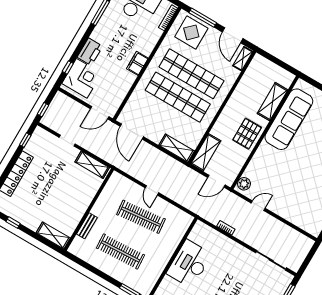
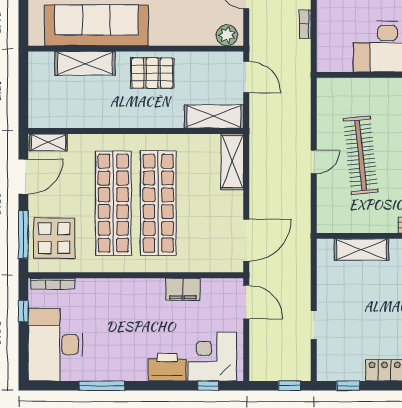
filing cabinet: (137, 63) -> (183, 289), moved
shelving: (92, 165) -> (361, 250), moved, turned 90

